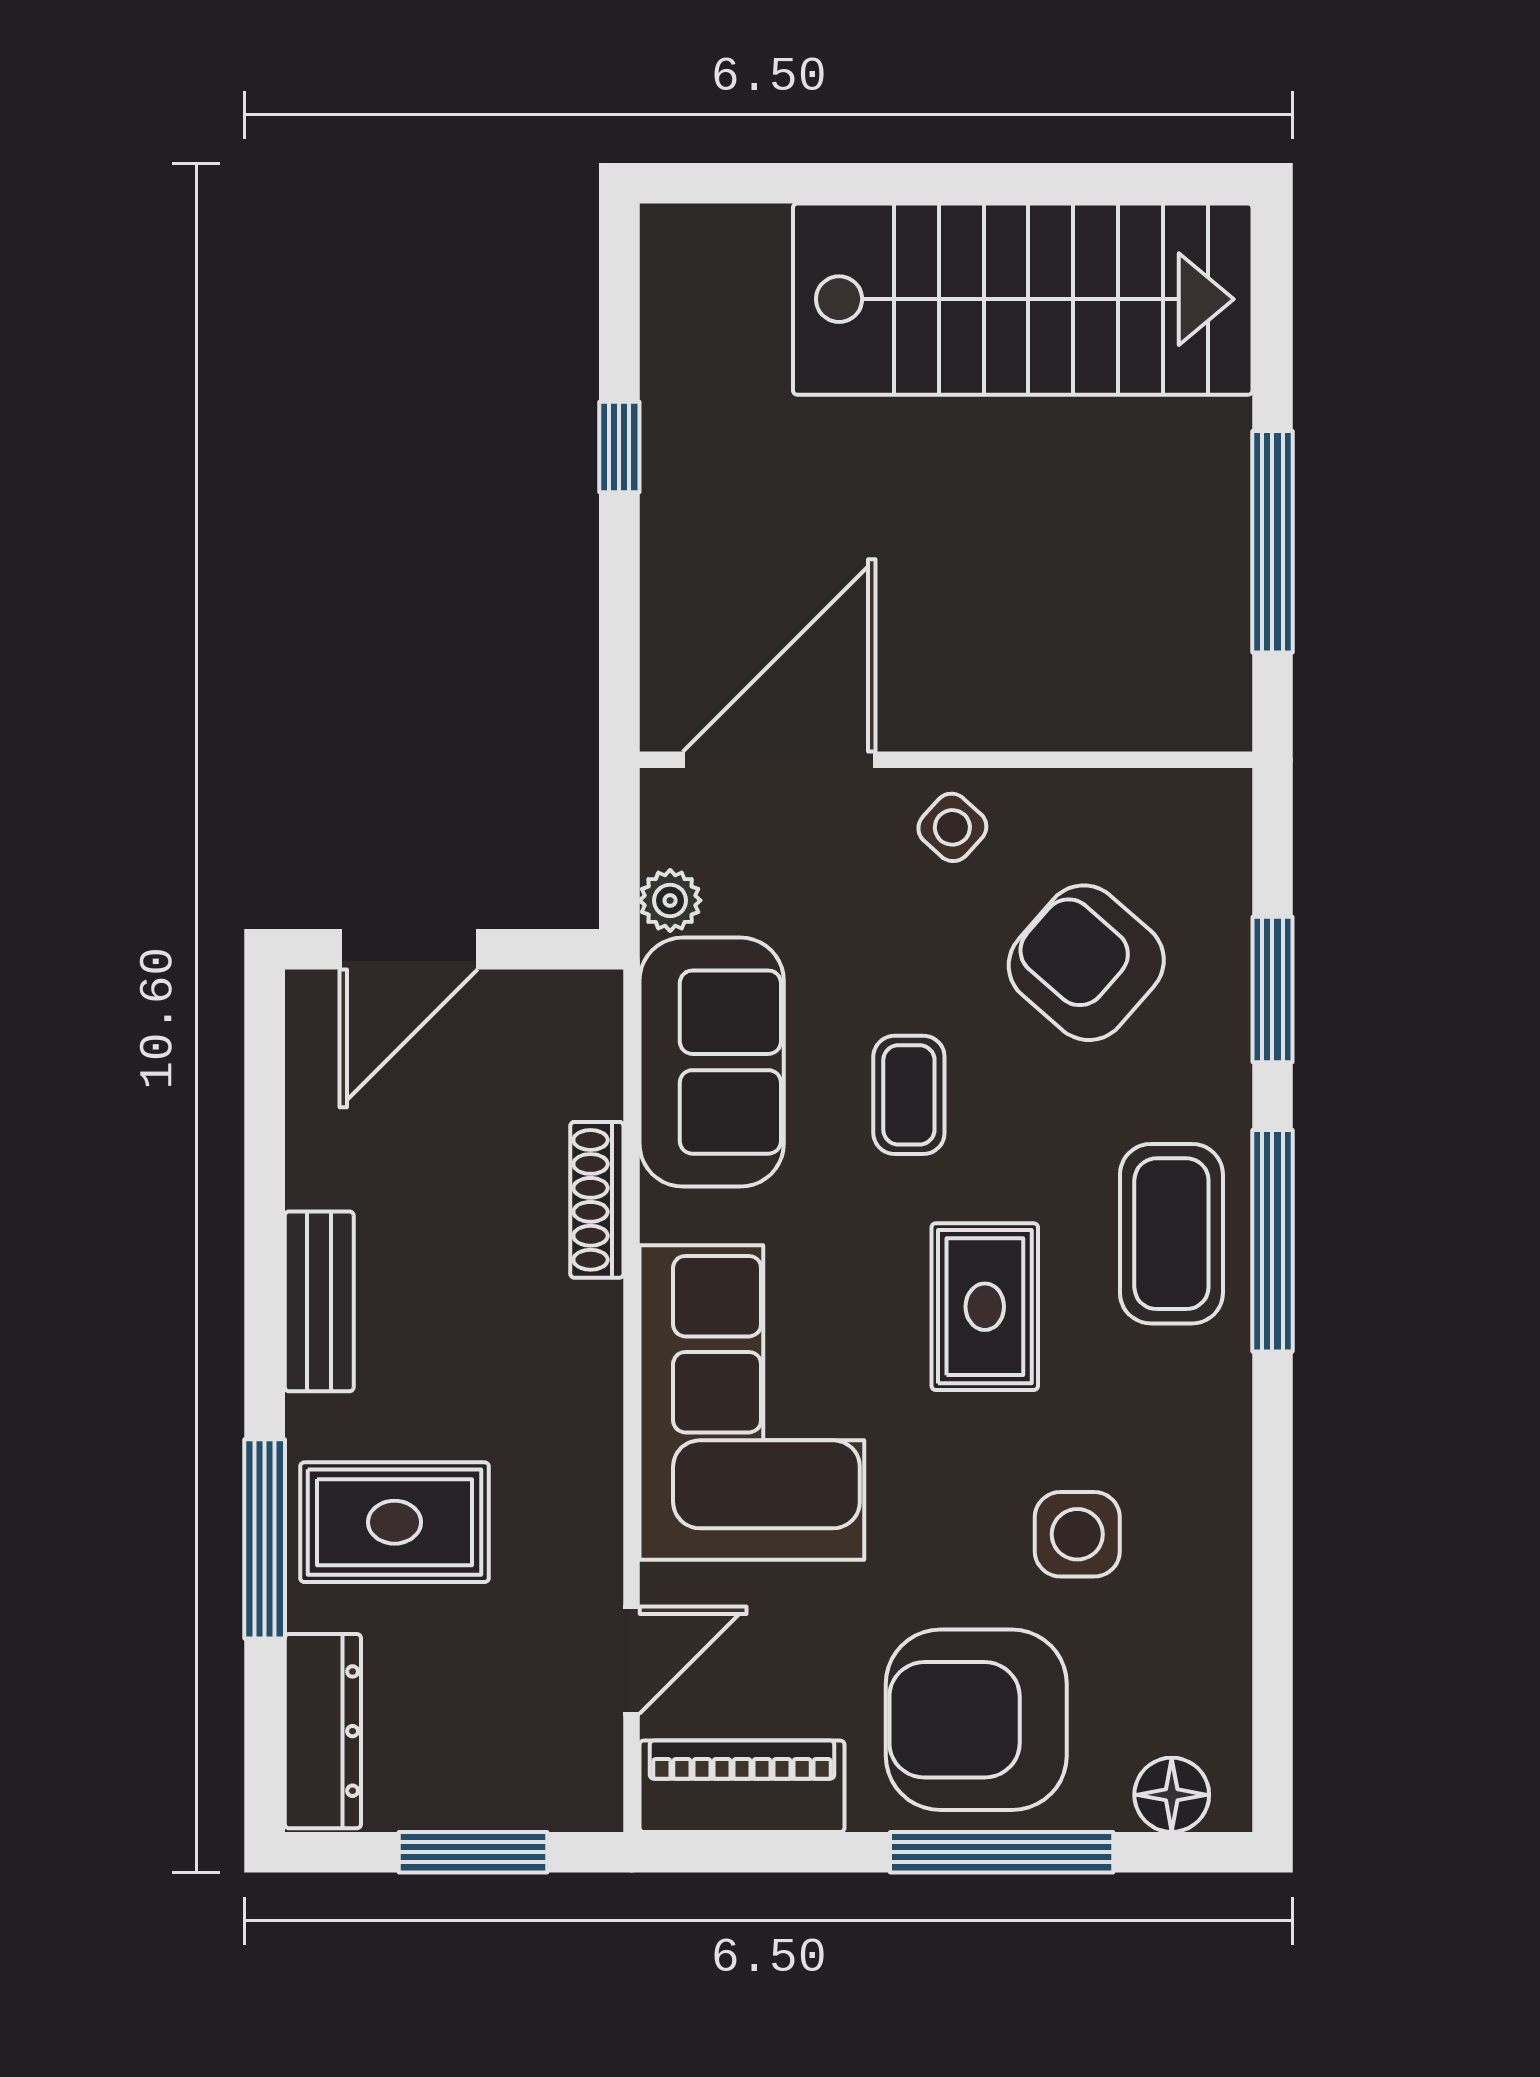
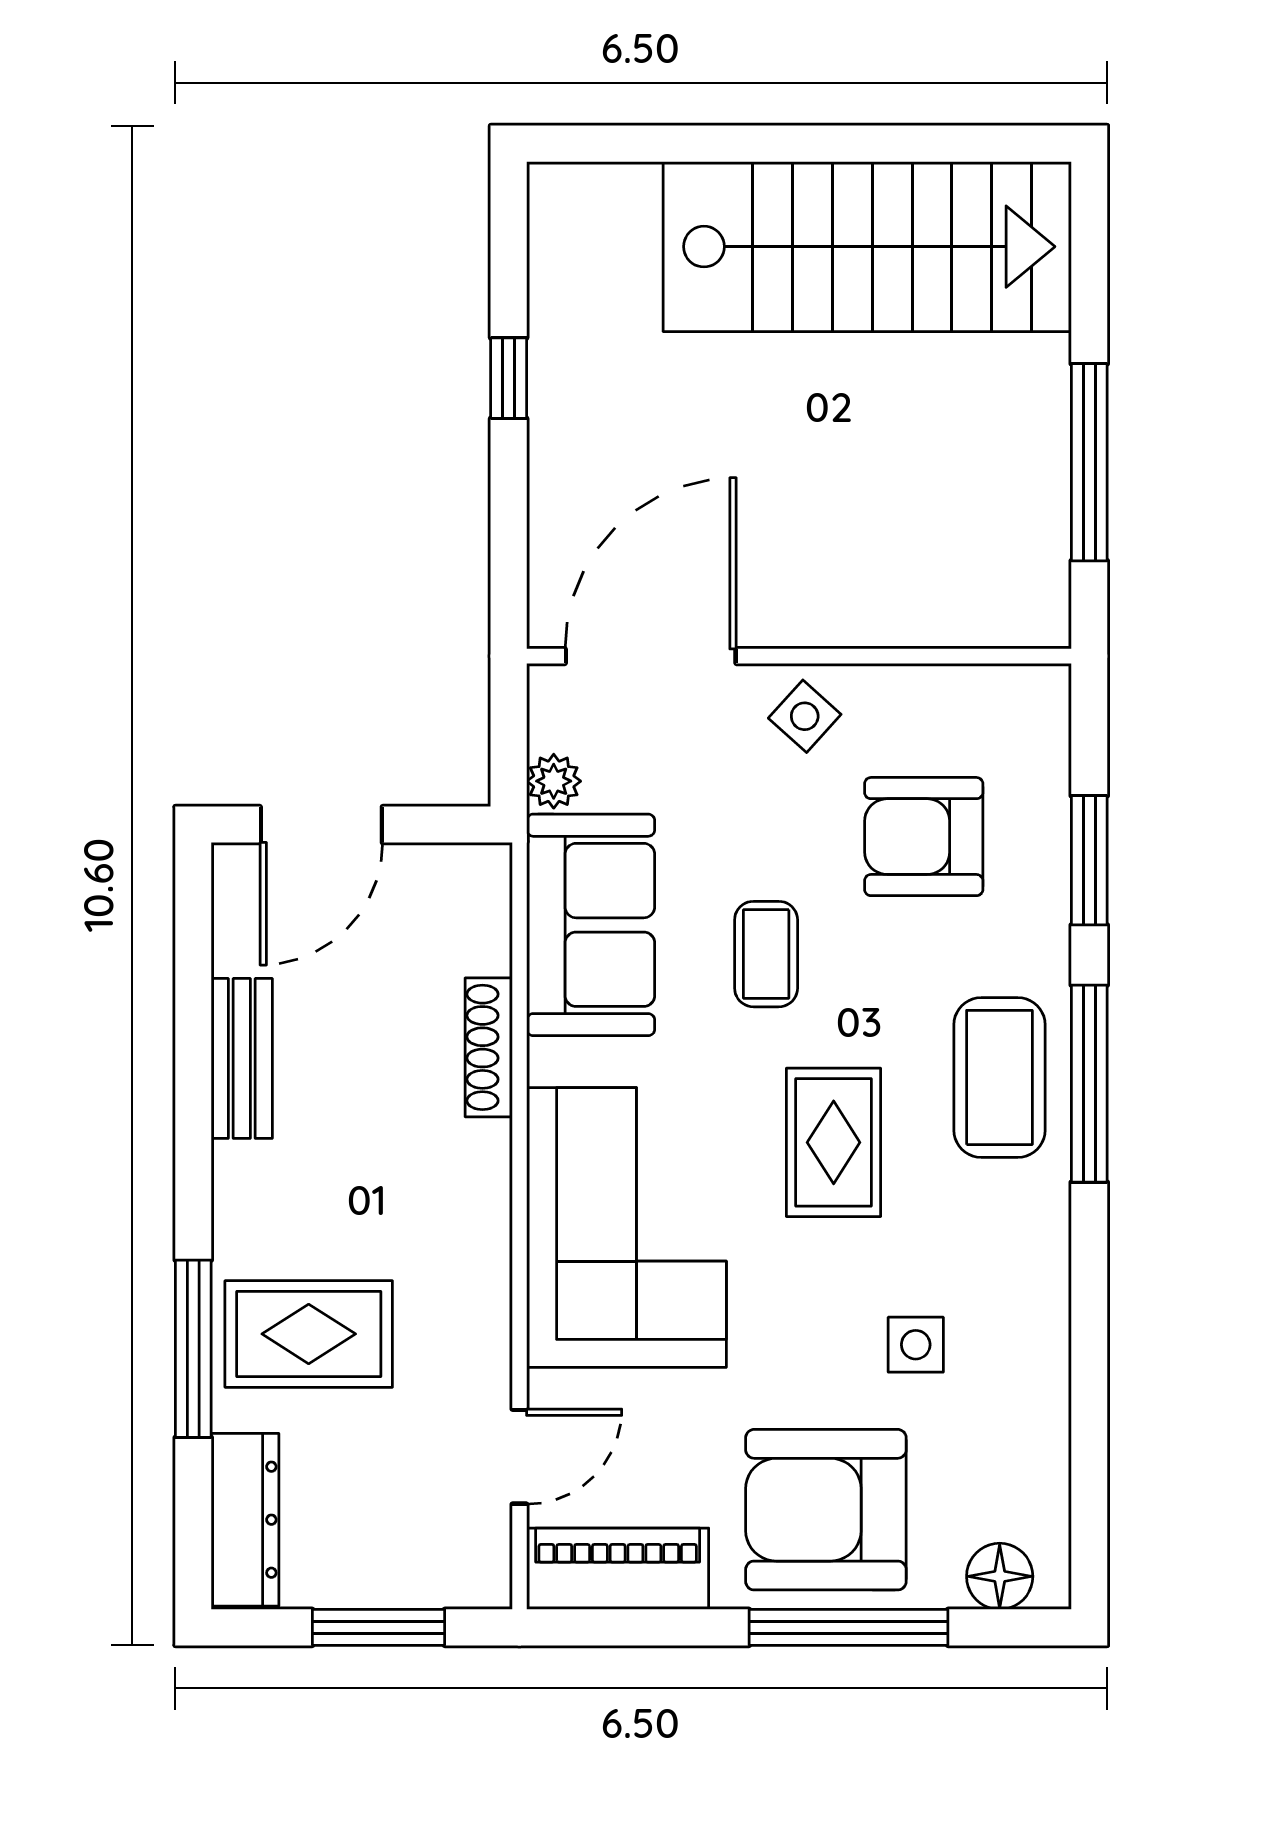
armchair: (1086, 963) -> (924, 837), turned -41
bench: (319, 1301) -> (242, 1058), moved
side table: (1077, 1534) -> (916, 1345), width x0.73, depth x0.73

